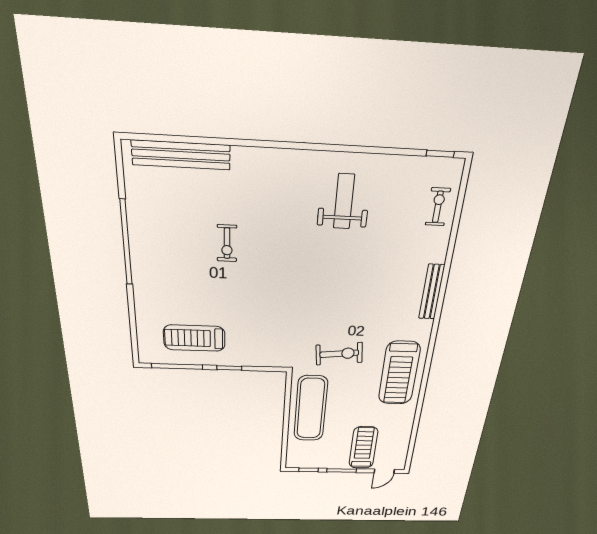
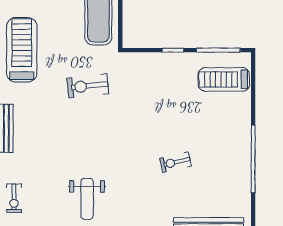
exercise bike: (227, 243) -> (175, 162), turned -103
treadmill: (194, 338) -> (224, 79), moved, turned 180
exercise bike: (339, 354) -> (88, 86), moved

